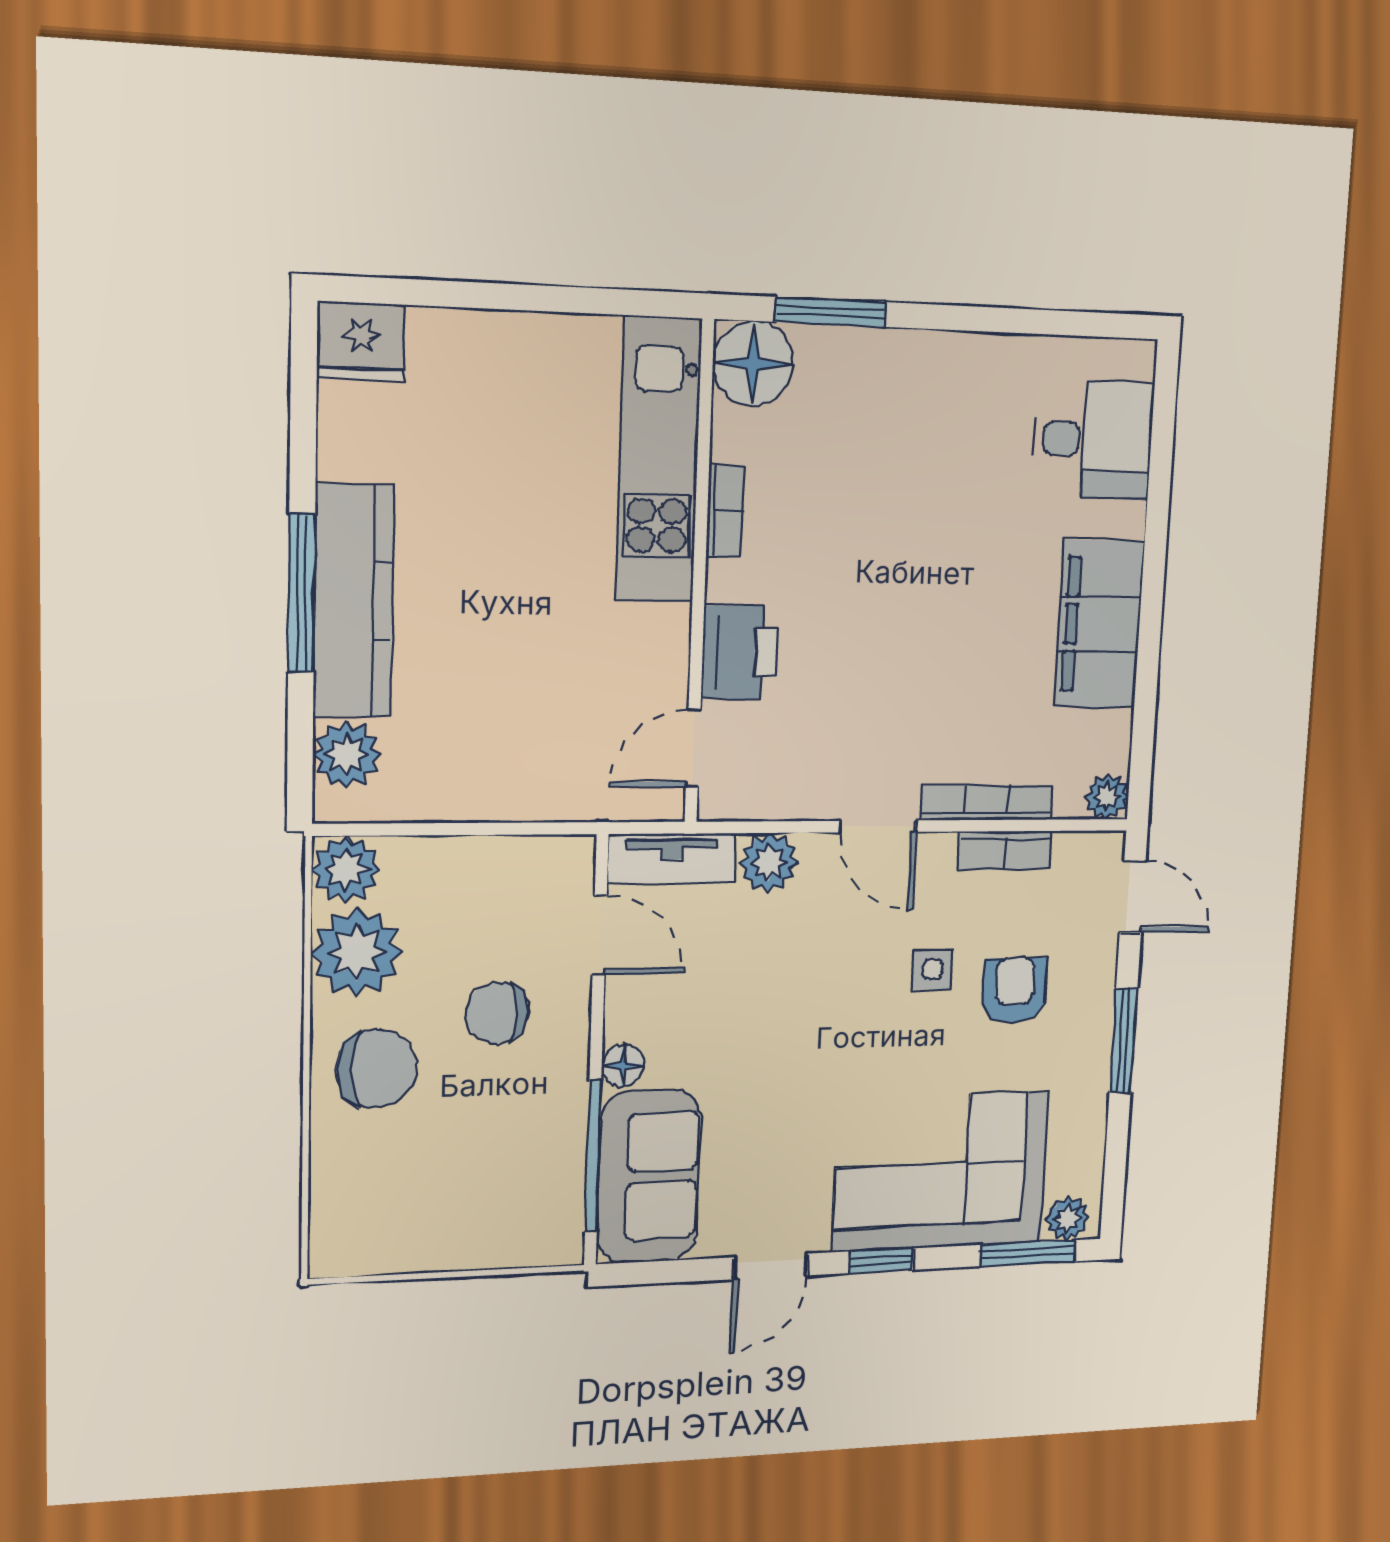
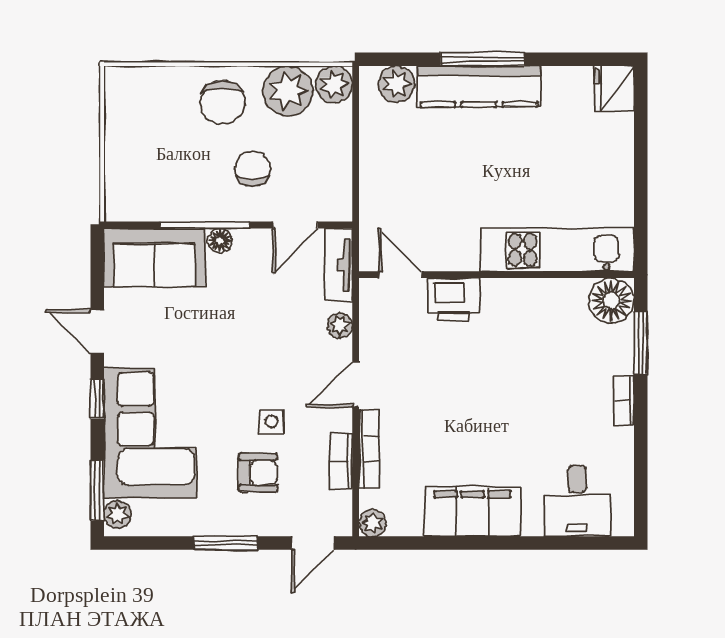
bookcase: (725, 511) -> (624, 401), moved, turned 90
plant: (769, 863) -> (340, 325), width x0.73, depth x0.73
window: (593, 1156) -> (205, 225), moved

